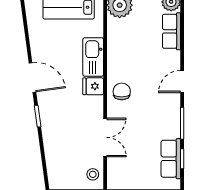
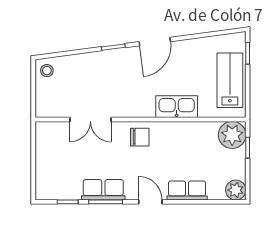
row of seats: (172, 31) -> (187, 190), moved
fridge: (93, 86) -> (145, 107), removed
row of seats: (171, 159) -> (103, 190), moved
stool: (93, 174) -> (47, 71), moved

